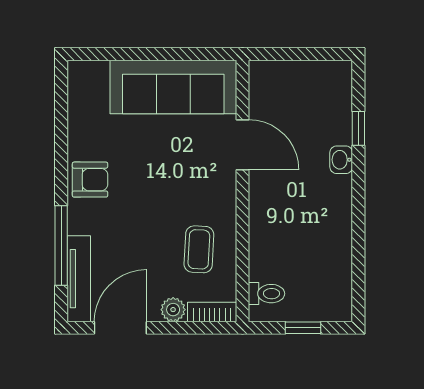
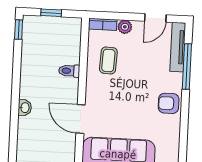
window: (358, 128) -> (19, 30), moved
toilet: (266, 294) -> (69, 71), moved
door: (120, 328) -> (155, 18), width x0.73

